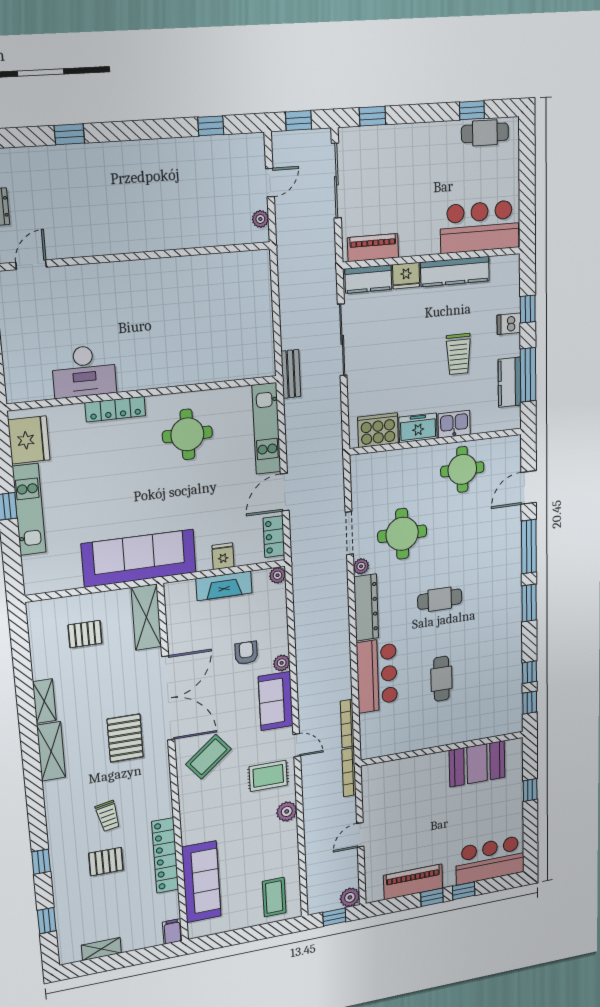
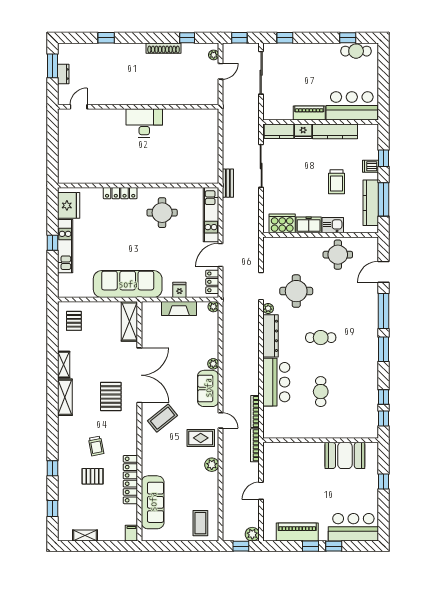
shoe rack: (172, 147) -> (164, 48), added
plant: (260, 219) -> (214, 55), moved
piano: (373, 248) -> (309, 113), moved
desk: (84, 371) -> (144, 123), moved, turned 180
kitchen counter: (510, 382) -> (371, 203), width x1.50
pallet: (85, 634) -> (74, 321), moved, turned 90
armchair: (246, 653) -> (191, 354), removed

